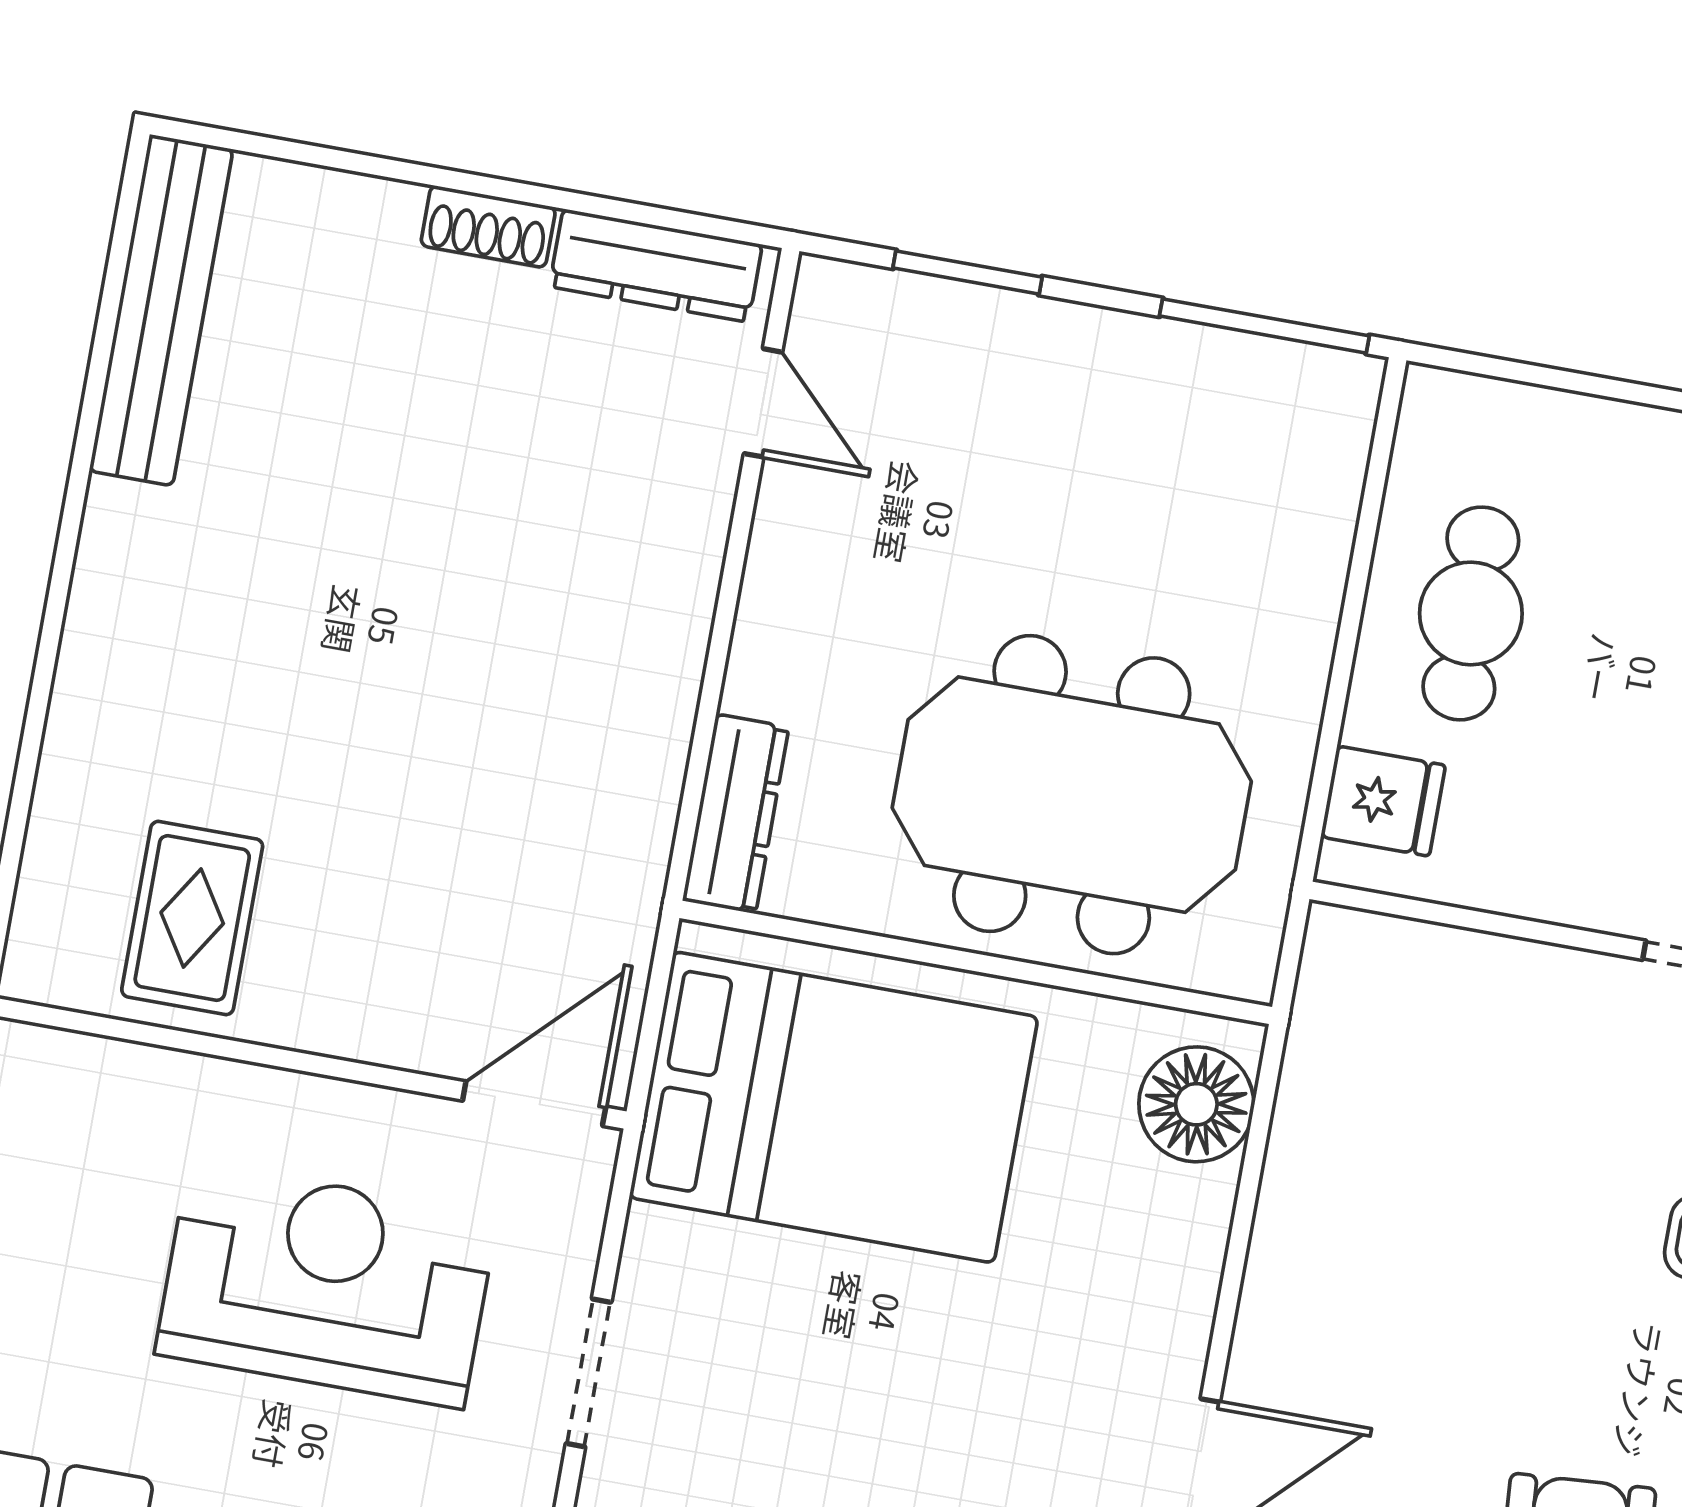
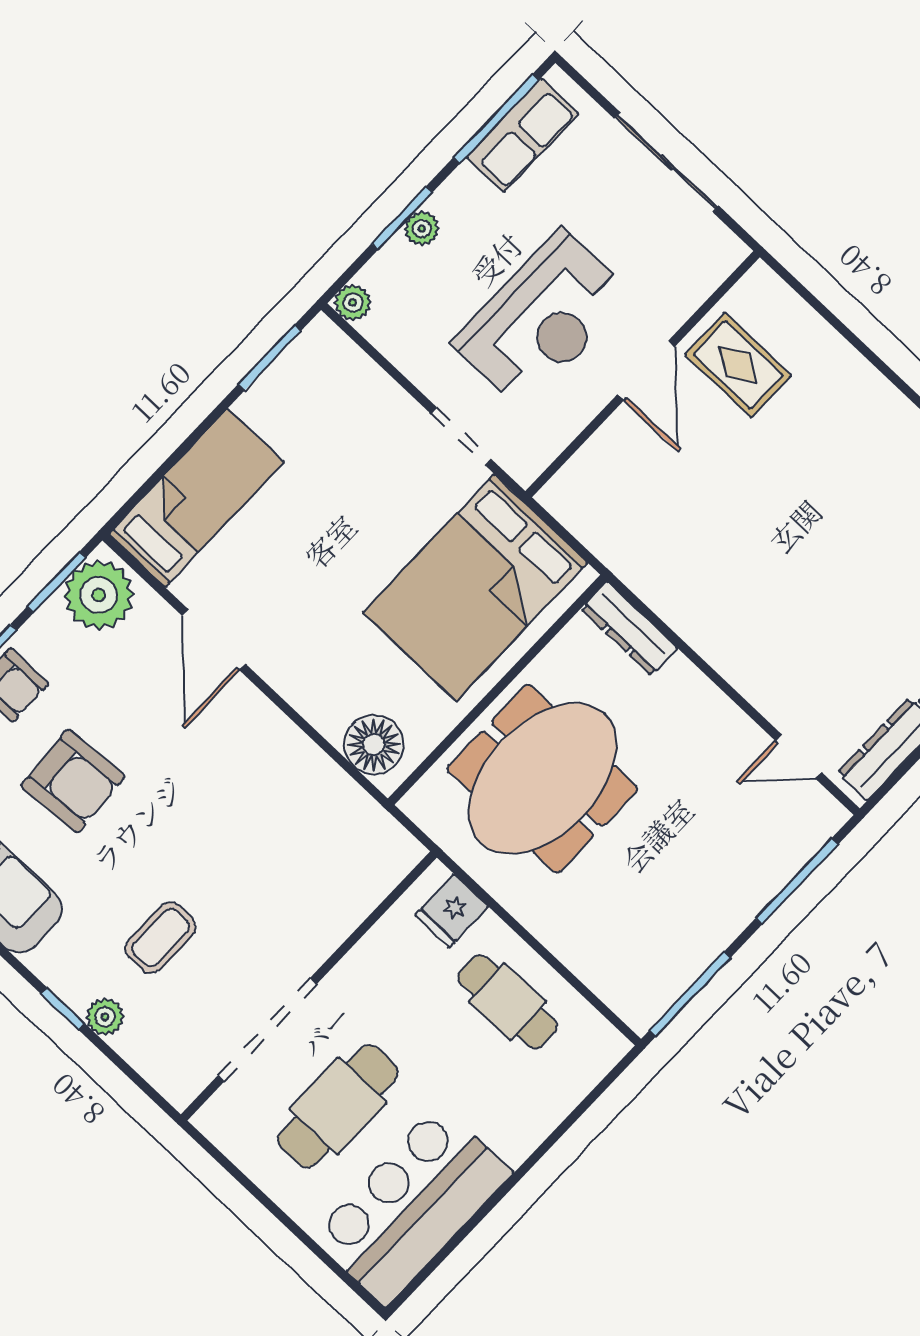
window: (967, 273) -> (797, 881), width x1.44
door: (534, 1104) -> (646, 371), moved
doorway: (589, 1373) -> (461, 436), moved

